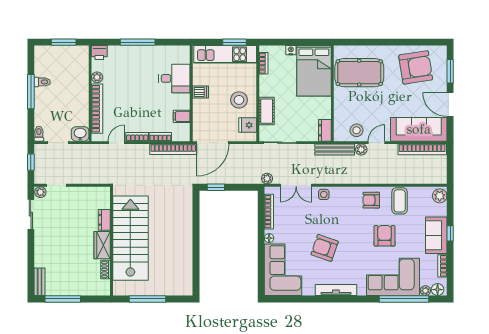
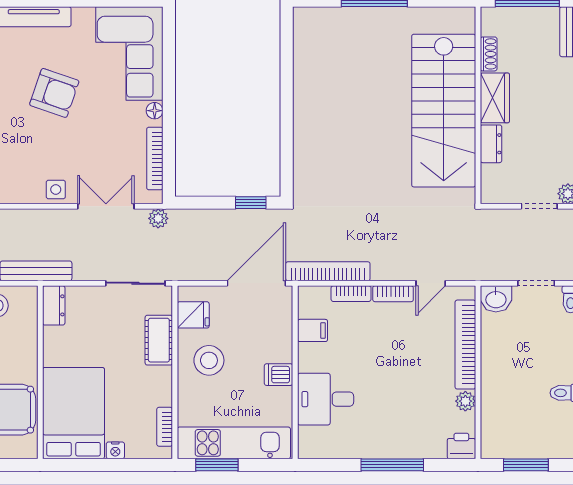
dresser: (104, 220) -> (491, 144), moved
stairs: (130, 238) -> (444, 111), moved
wall: (111, 241) -> (478, 105), moved
wardrobe: (102, 245) -> (495, 98), moved
shoe rack: (106, 269) -> (489, 54), moved

